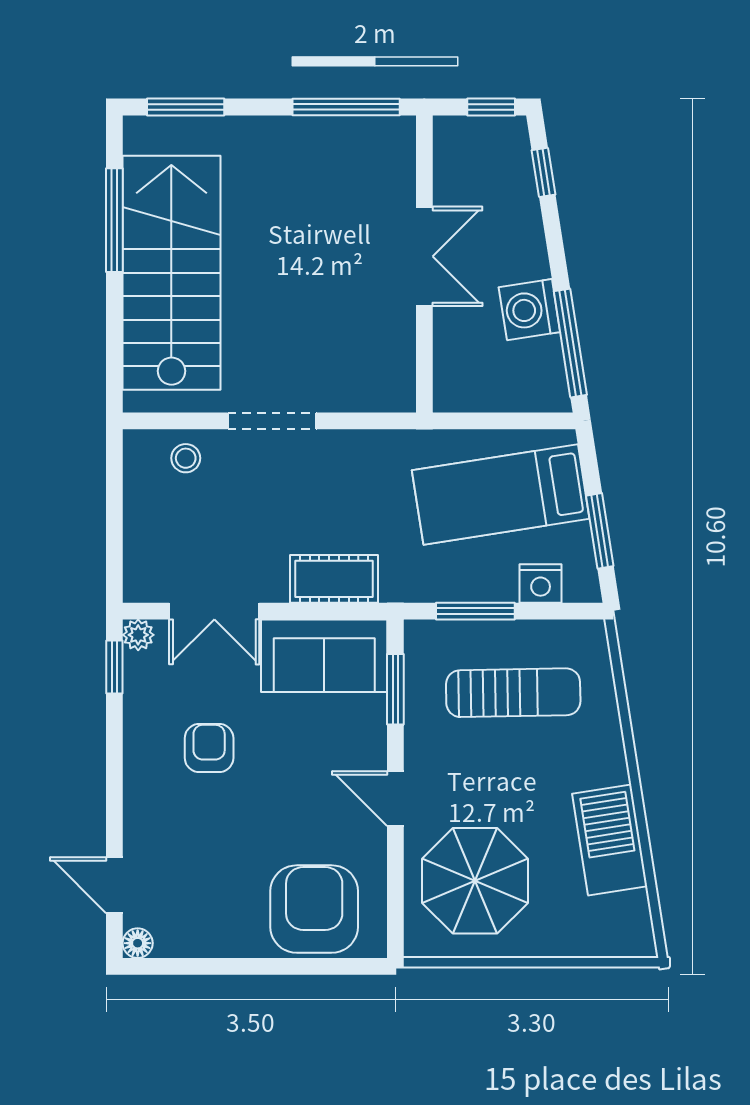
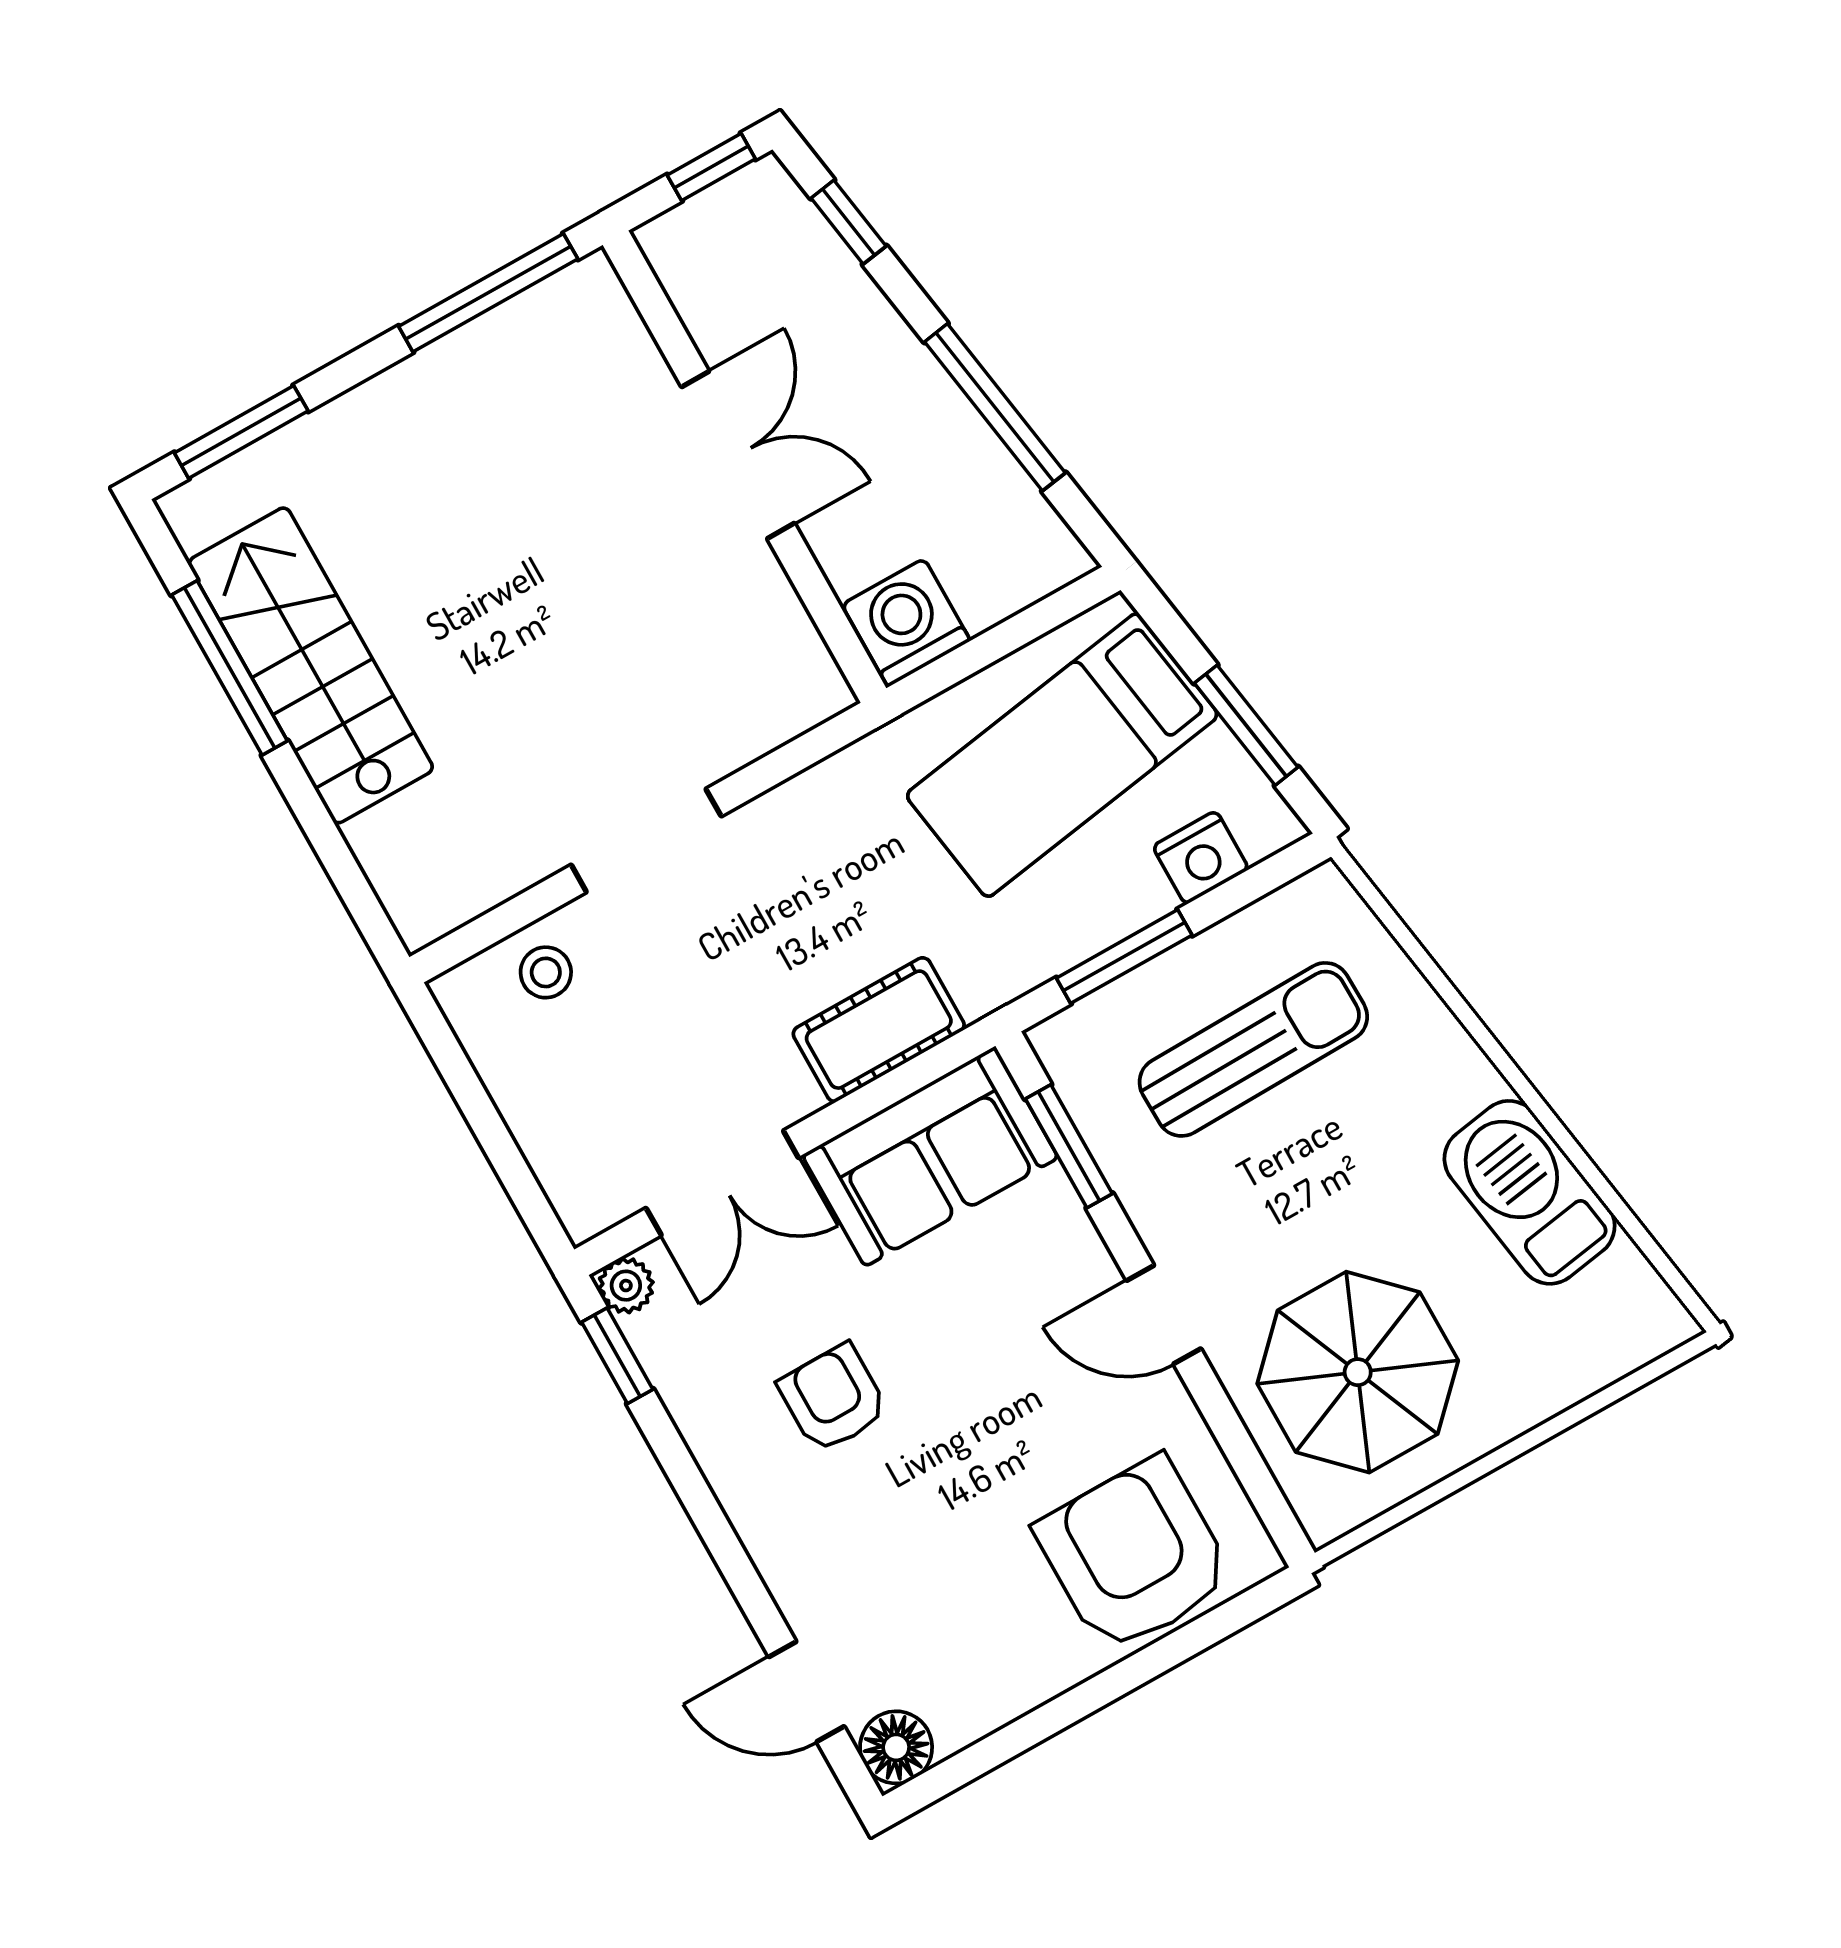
stairs: (171, 273) -> (311, 665), width x0.73, depth x0.66
washing machine: (529, 310) -> (906, 623), moved, turned 99
window: (570, 343) -> (995, 407), moved
floor lamp: (138, 943) -> (896, 1747), width x1.37, depth x1.37

